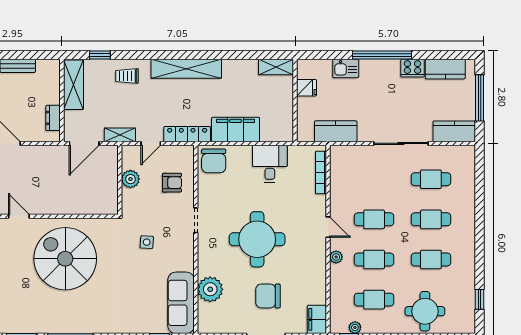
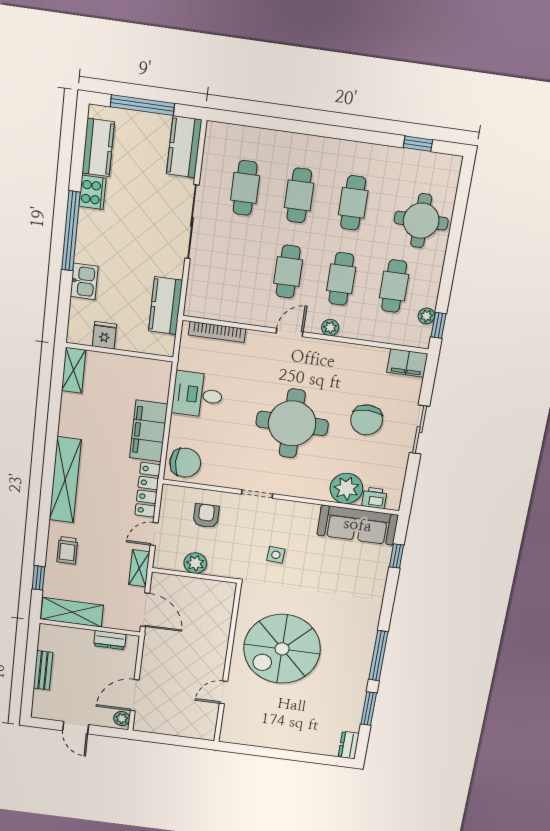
door: (151, 143) -> (154, 534), swing flipped
printer: (206, 312) -> (374, 498), added

